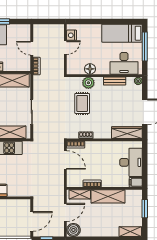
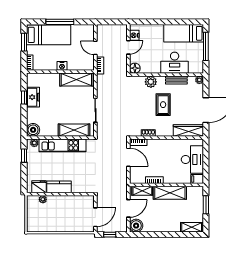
desk: (124, 63) -> (175, 63), moved
floor lamp: (90, 69) -> (135, 68), moved
rug: (82, 103) -> (163, 105), moved

